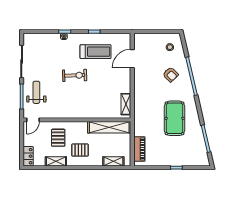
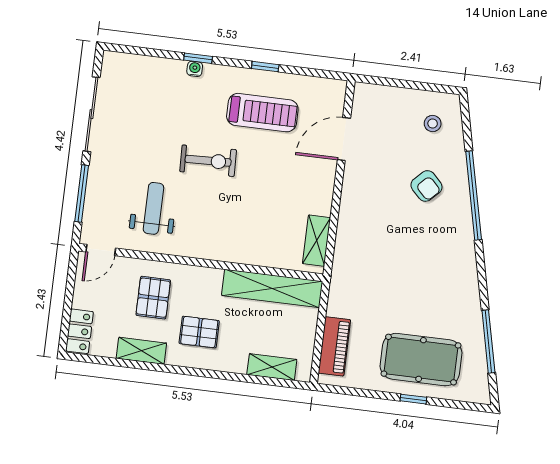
weight bench: (36, 92) -> (153, 208), moved
pool table: (175, 118) -> (421, 360), moved, turned 90

